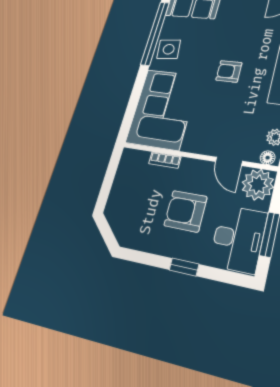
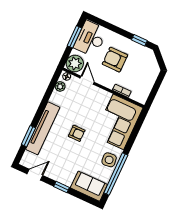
armchair: (186, 211) -> (115, 60), turned 180
window: (184, 267) -> (139, 40), moved

